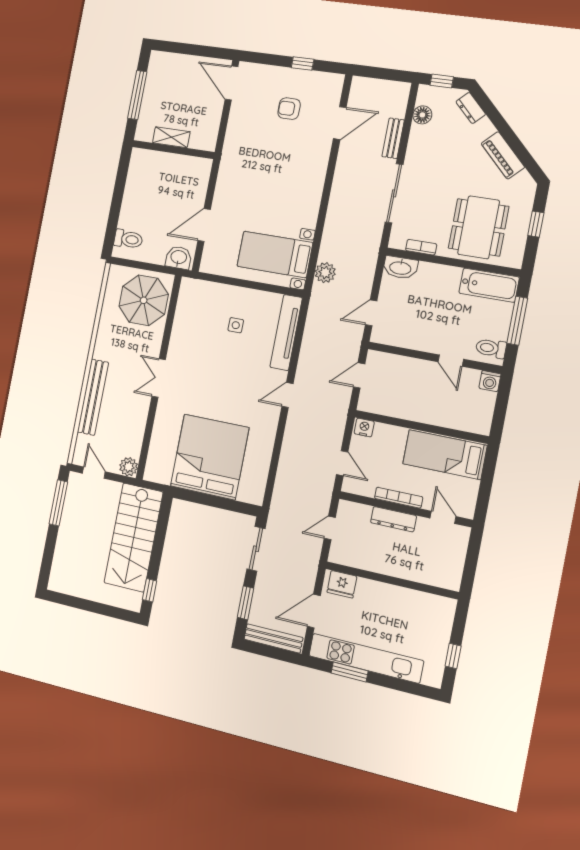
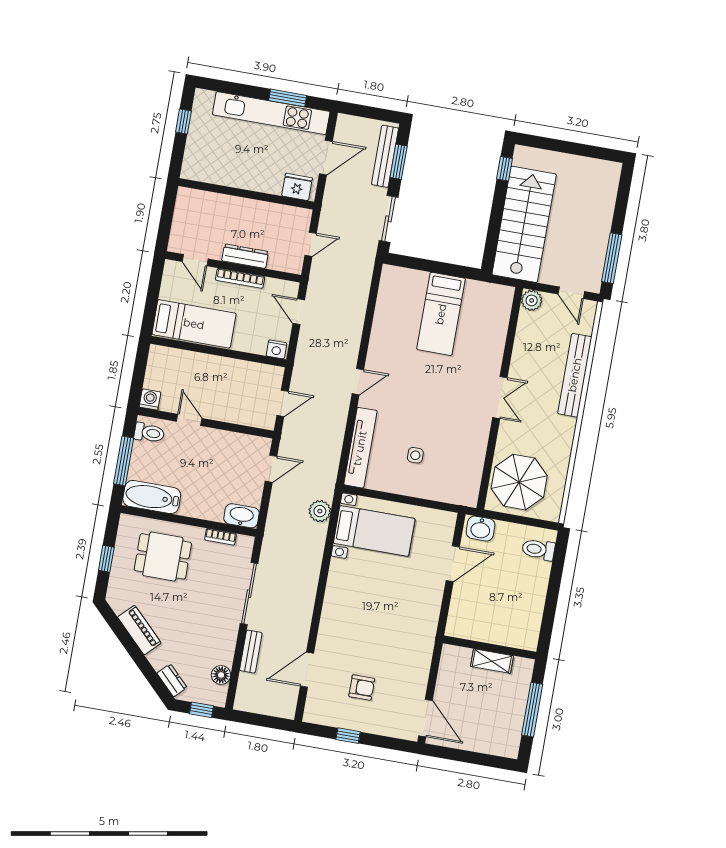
dining table: (479, 227) -> (163, 556), width x0.73
bed: (210, 457) -> (441, 314), width x0.49
bench: (273, 638) -> (385, 156), moved, turned 90

